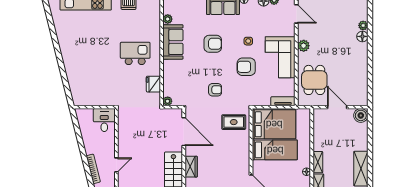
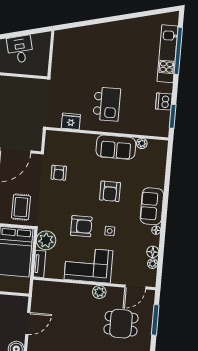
armchair: (246, 67) -> (81, 226), turned 90
dining table: (314, 80) -> (121, 324), moved
armchair: (215, 90) -> (59, 173), moved
plant: (168, 101) -> (46, 240), moved, width x1.88, depth x1.88
desk: (104, 120) -> (20, 49), moved, turned -104

